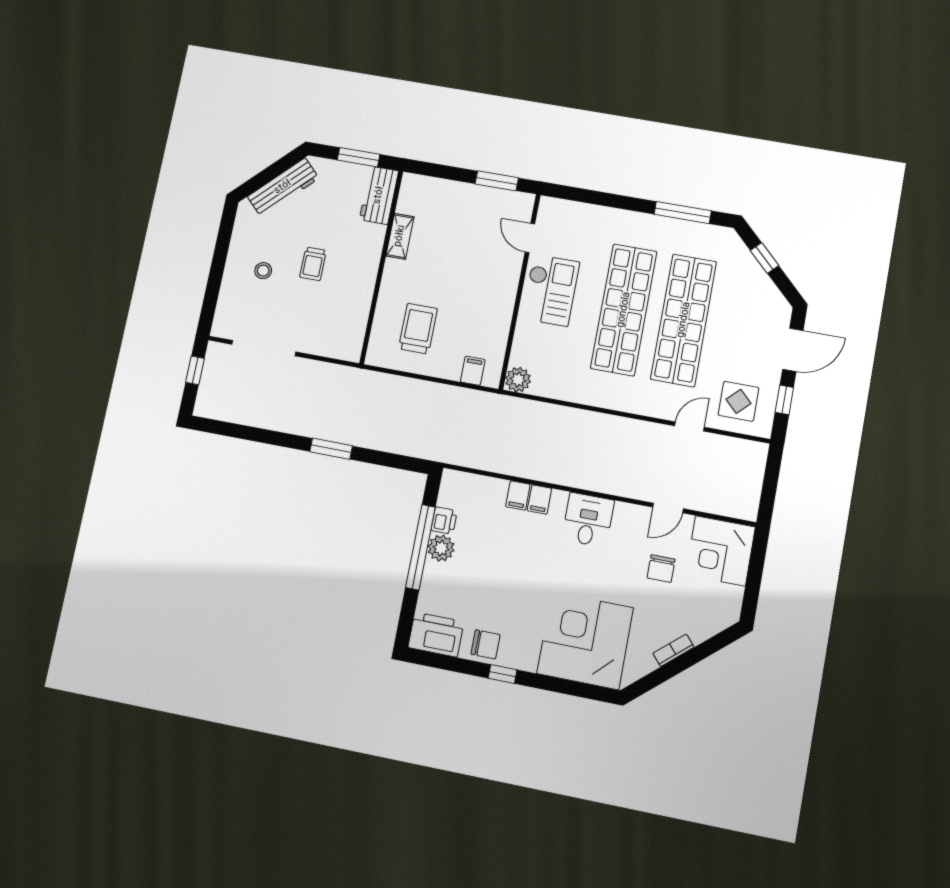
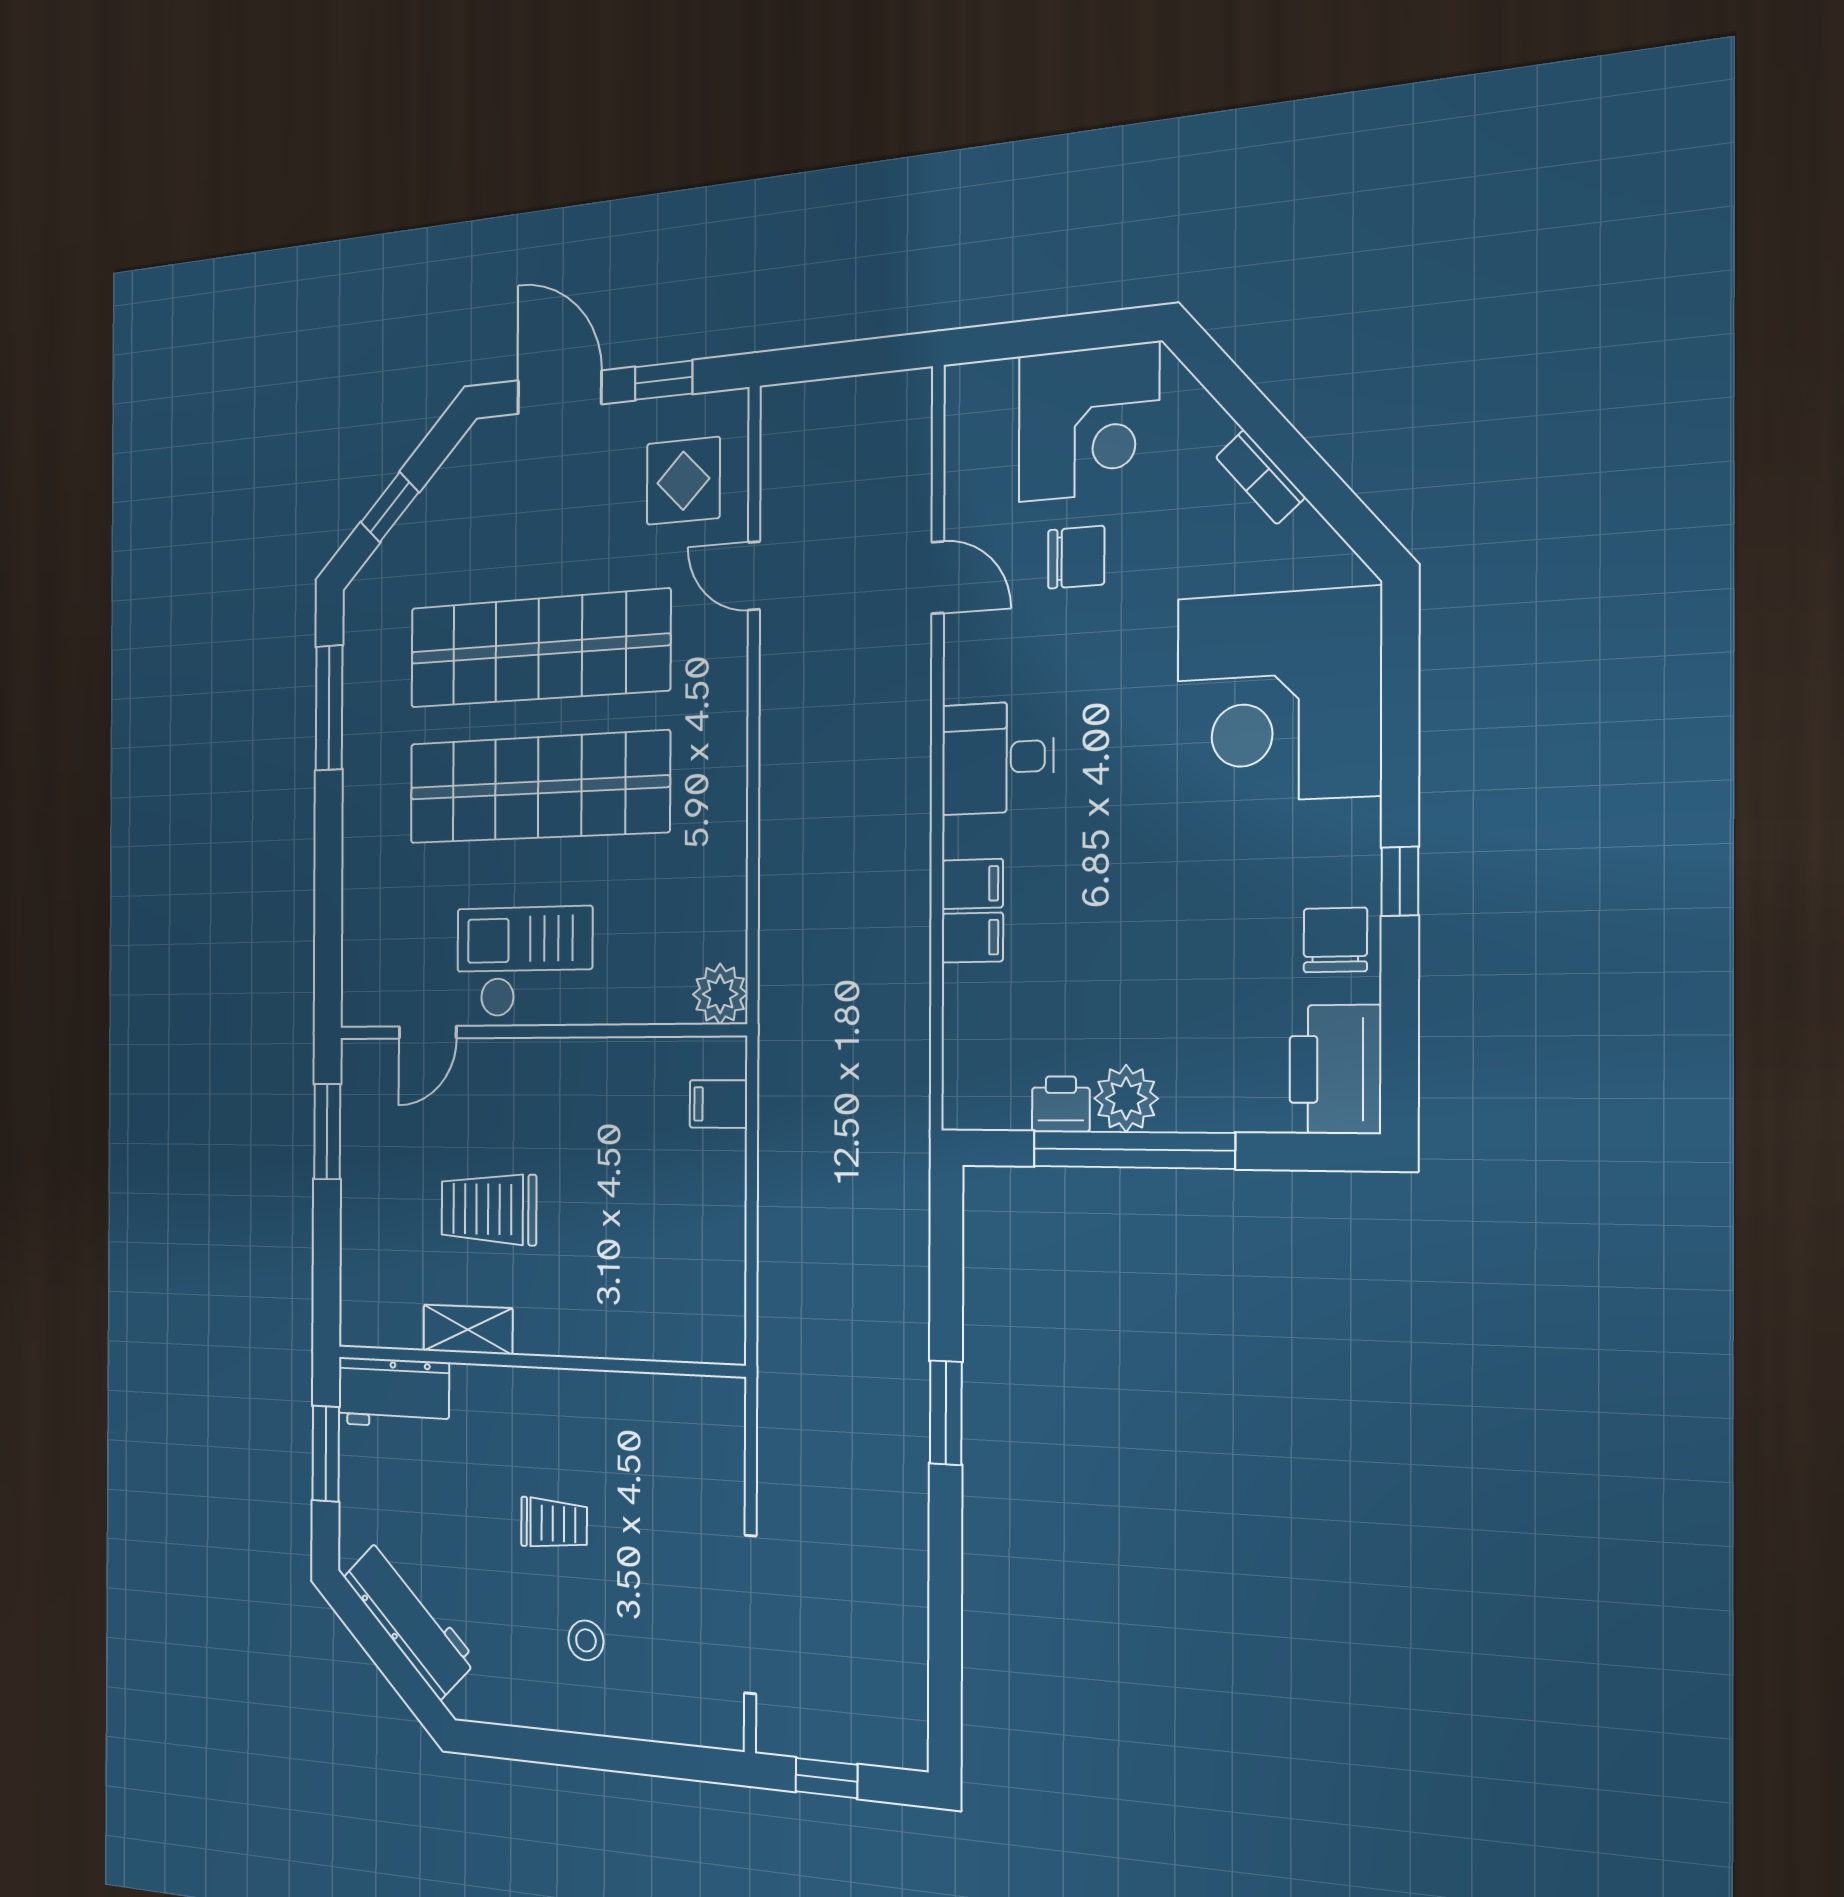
trolley: (418, 329) -> (489, 1209), moved
corner desk: (720, 551) -> (1089, 422), moved

